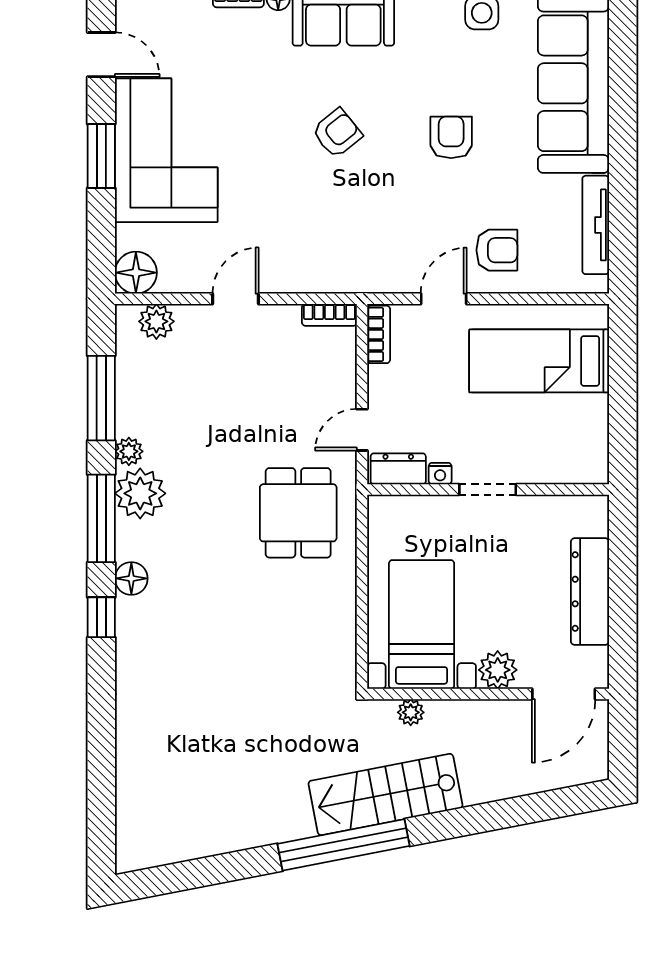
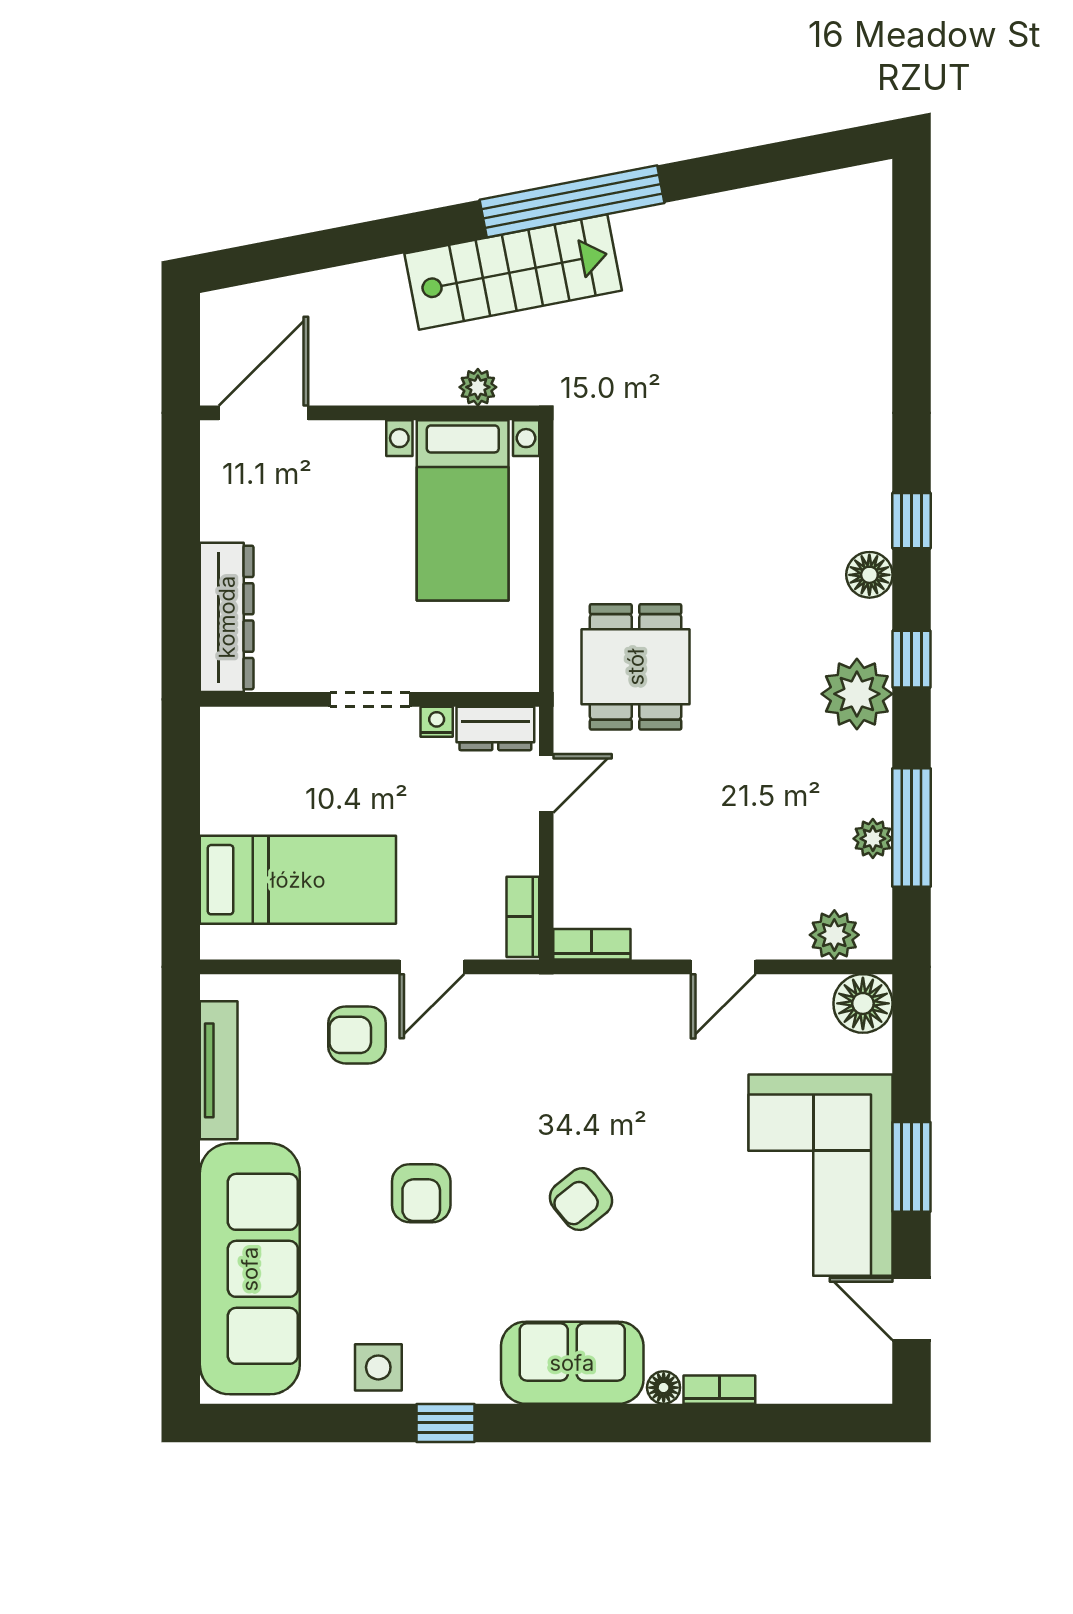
plant: (129, 451) -> (873, 839), moved
window: (101, 518) -> (912, 659), width x0.46
dresser: (590, 592) -> (227, 617), moved
plant: (498, 670) -> (356, 447), removed

